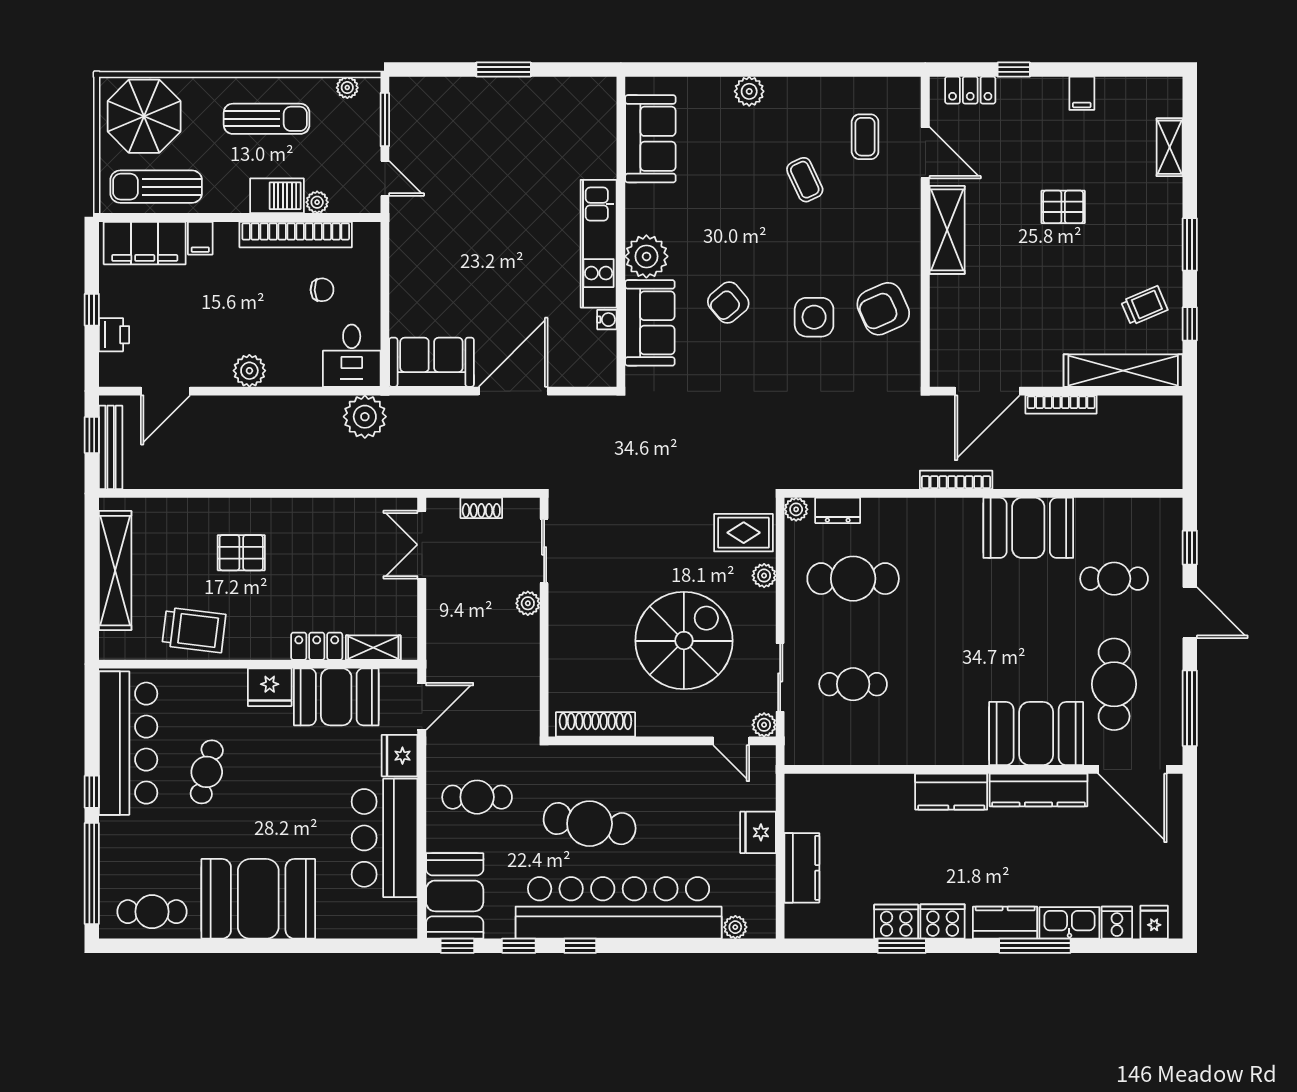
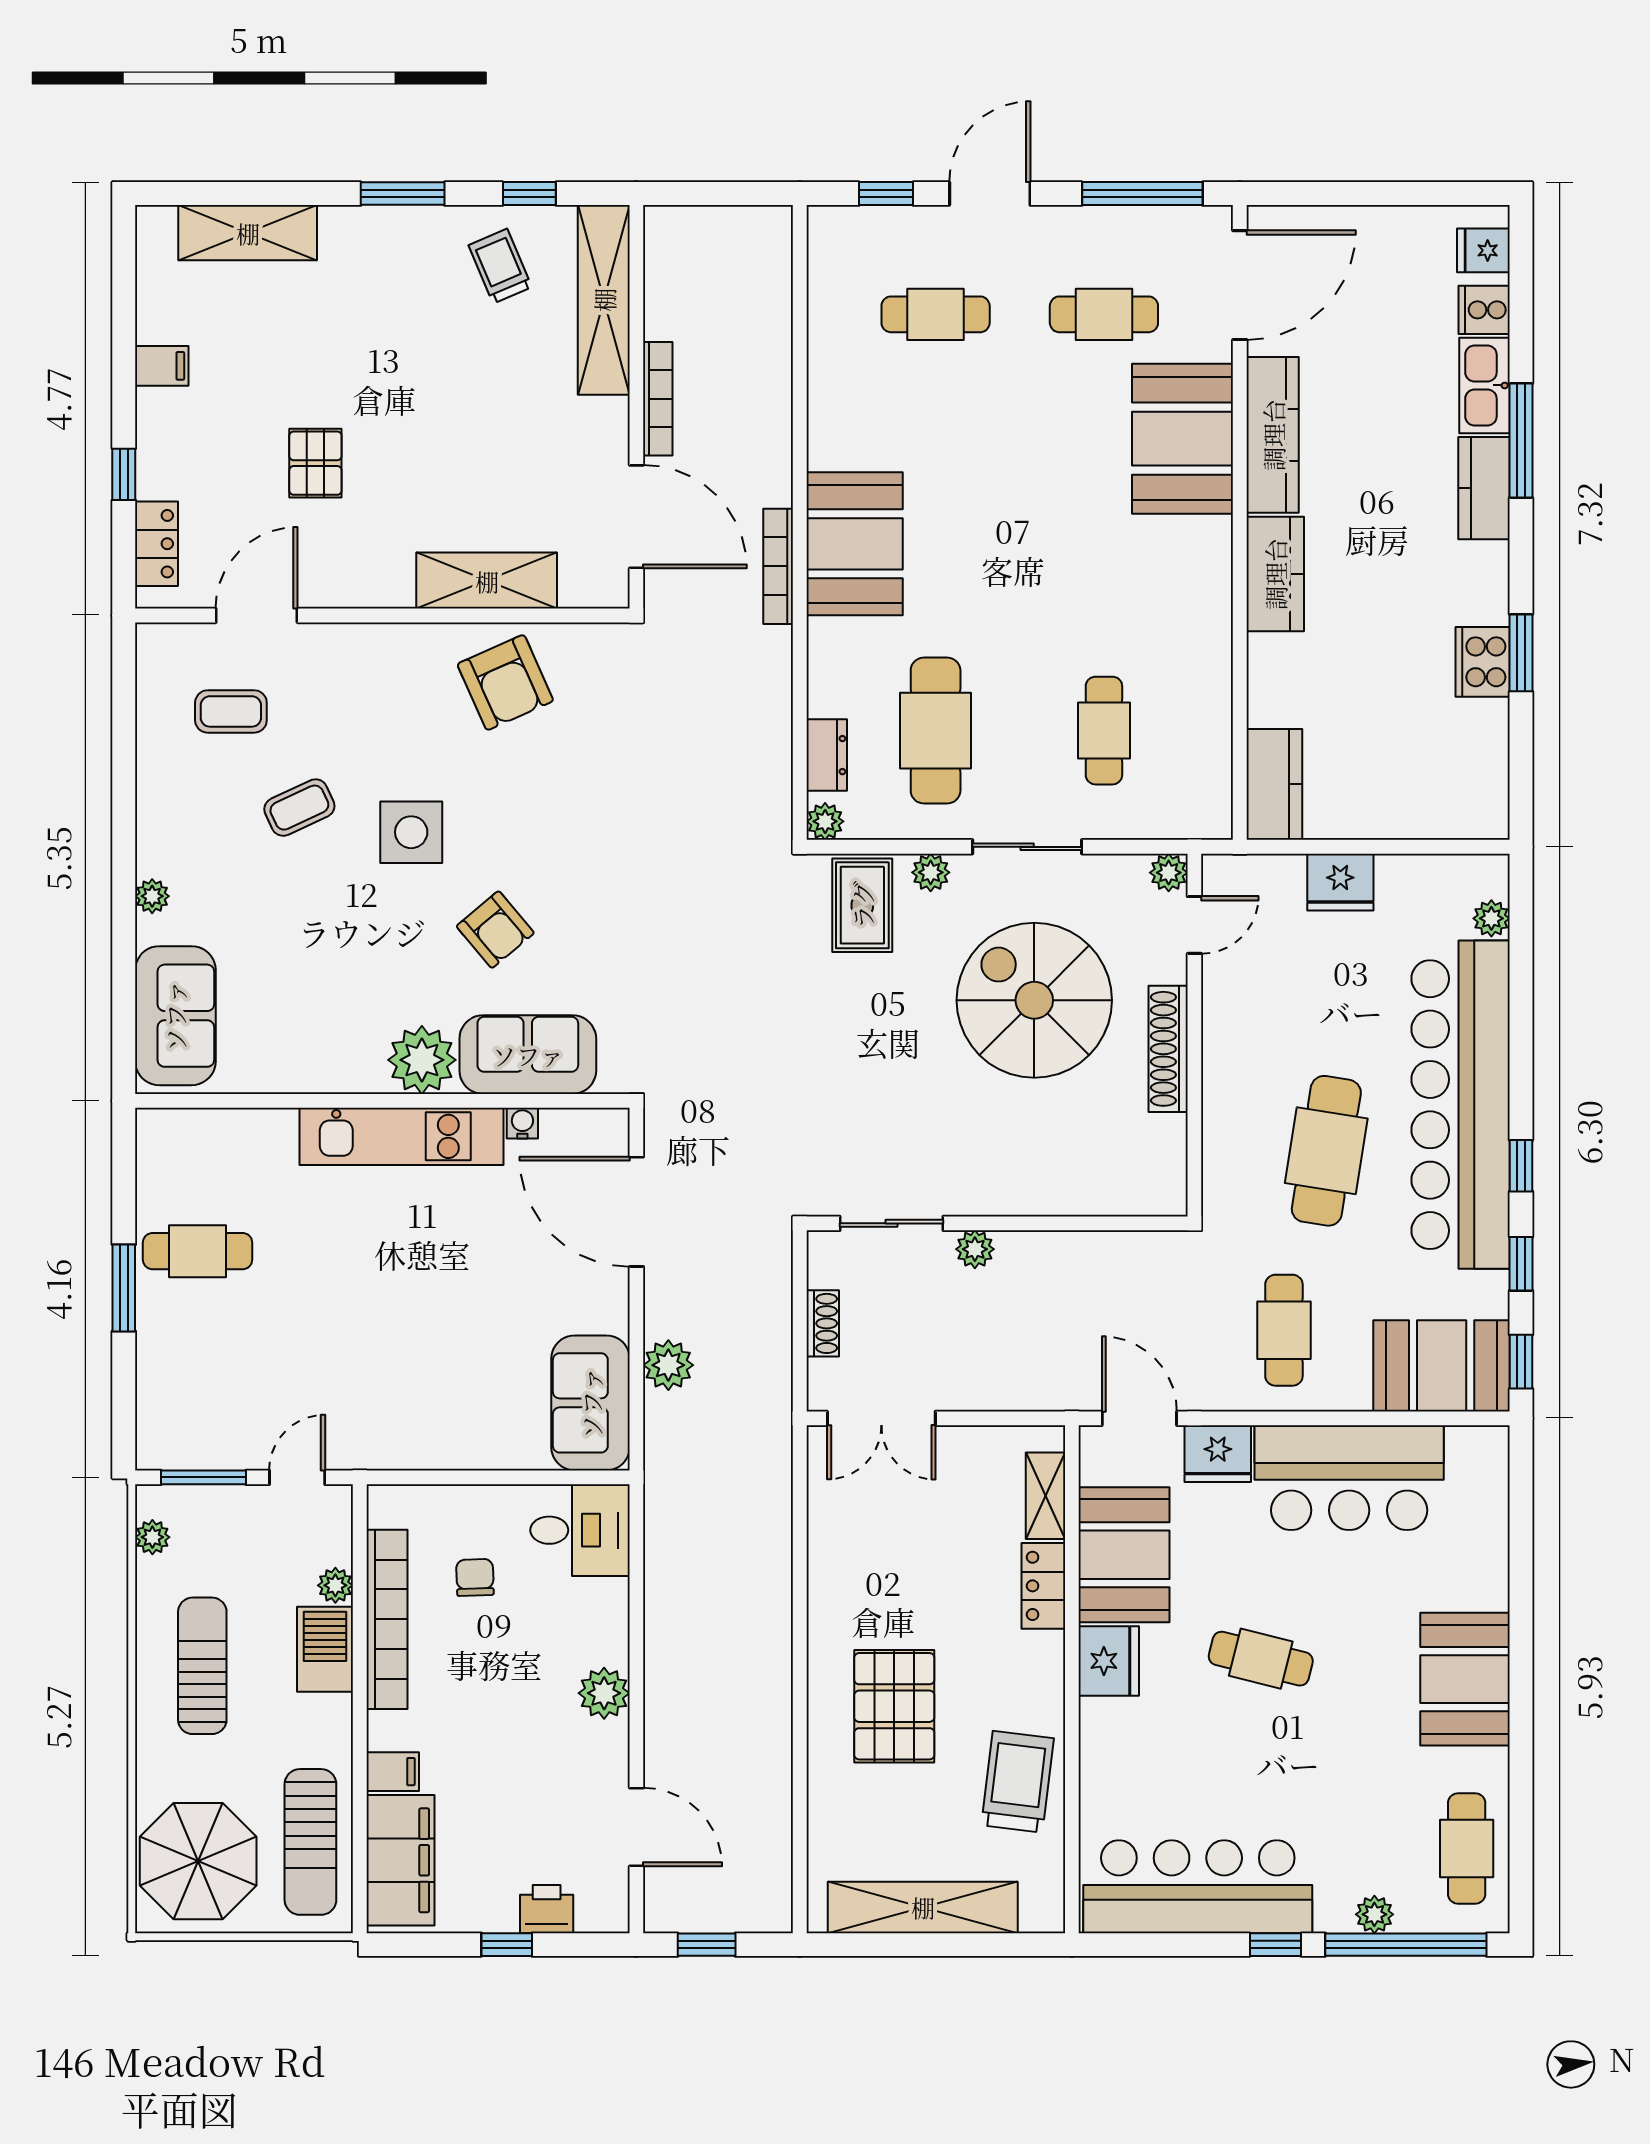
plant: (749, 91) -> (152, 896), width x0.73, depth x0.73
cafe table: (527, 116) -> (198, 1251), added
sofa: (650, 139) -> (175, 1016), moved, turned 90
shelving: (1170, 147) -> (248, 233), width x1.50, depth x1.33
pallet: (1063, 207) -> (315, 463), moved
shelving: (947, 230) -> (487, 581), moved
side table: (814, 317) -> (411, 832), moved
door: (513, 391) -> (636, 1212), moved
plant: (365, 417) -> (668, 1365), moved, width x0.73, depth x0.73
bench: (111, 447) -> (726, 1915), removed
booth: (1028, 528) -> (855, 544), moved
pallet: (241, 553) -> (894, 1706), width x1.50, depth x1.42
cafe table: (1114, 579) -> (936, 314), turned 90
sliding door: (780, 677) -> (1027, 847), moved
cafe table: (1114, 684) -> (1104, 314), width x0.73, depth x0.74
shoe rack: (595, 724) -> (1168, 1049), moved
cafe table: (207, 772) -> (1261, 1659), moved
plant: (111, 854) -> (1374, 1914), added
kitchen counter: (802, 868) -> (1274, 784), moved, turned 90
booth: (258, 899) -> (1465, 1679), width x0.73, depth x0.70
cooker: (943, 921) -> (1482, 588), removed

